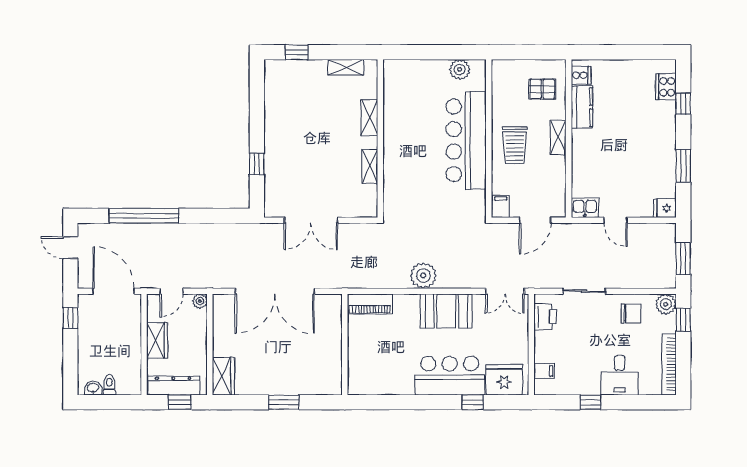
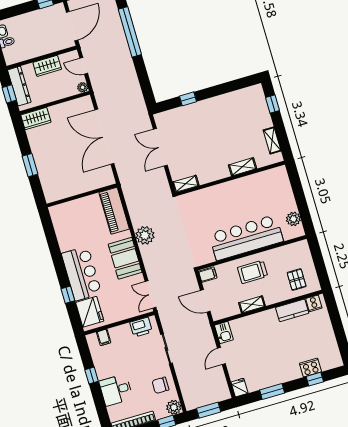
cooker: (666, 87) -> (310, 367), moved
shelving: (558, 138) -> (252, 304), moved
shelving: (370, 166) -> (186, 184), moved
piano: (370, 304) -> (114, 211), width x1.37, depth x1.33
chair: (631, 314) -> (160, 385), turned 90

